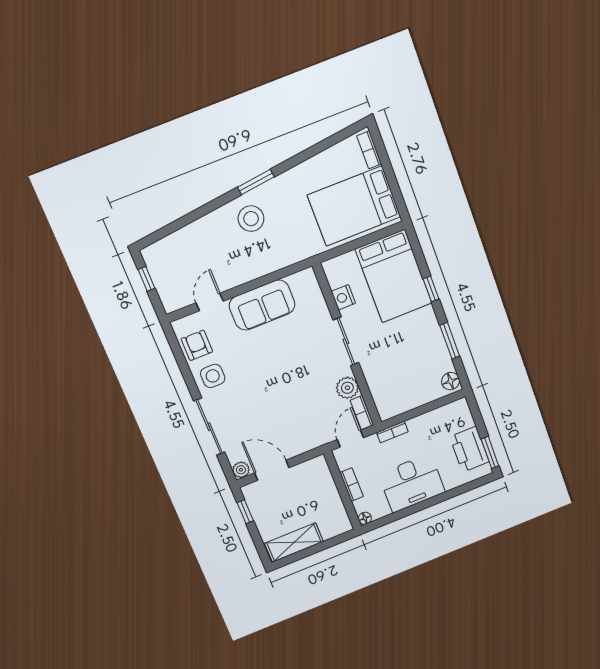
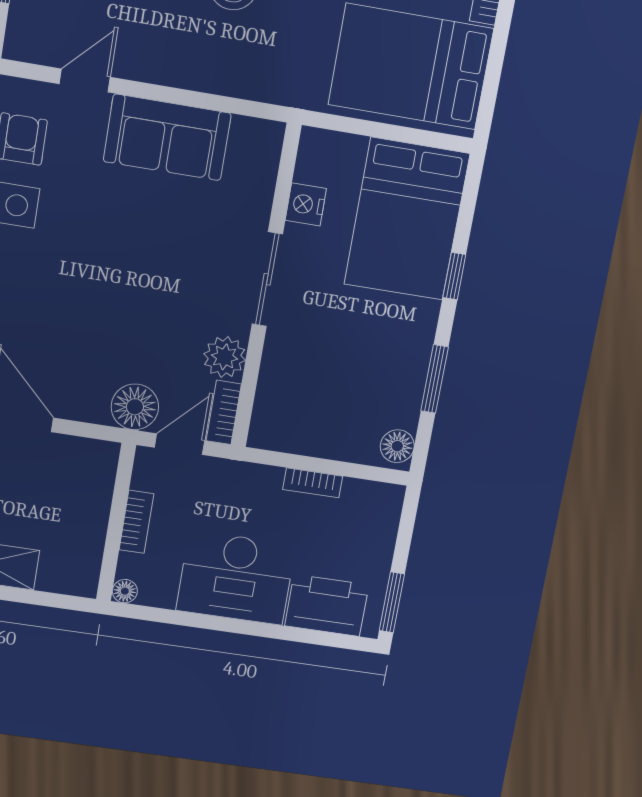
bookcase: (392, 432) -> (313, 483), moved
floor lamp: (320, 434) -> (135, 407), added
printer: (469, 449) -> (327, 605), moved, turned 90

